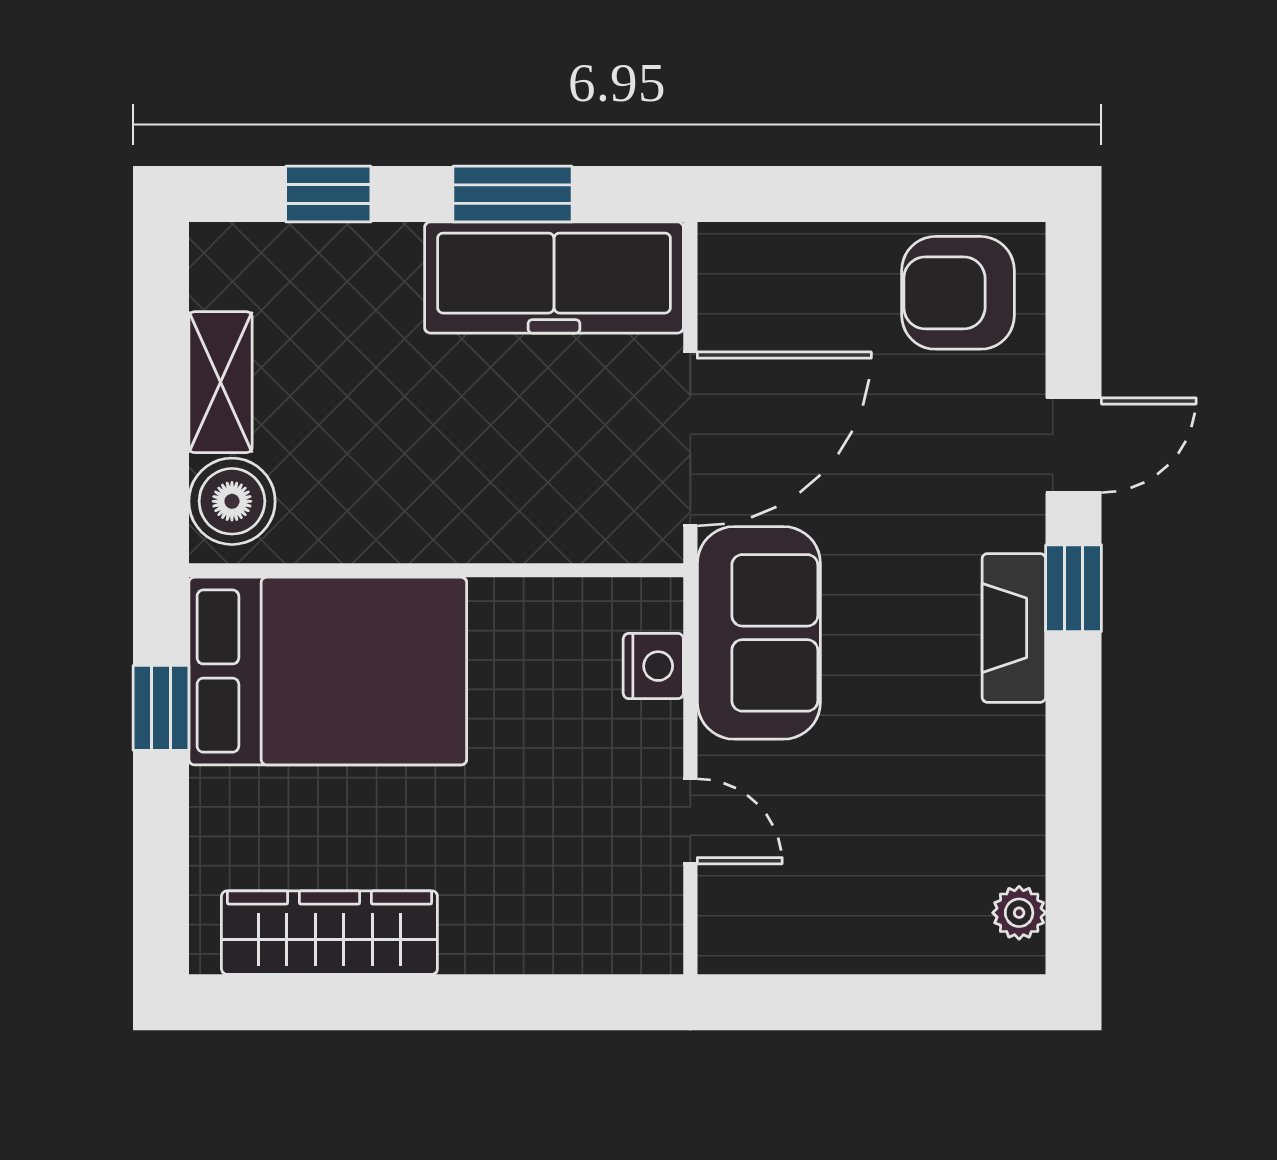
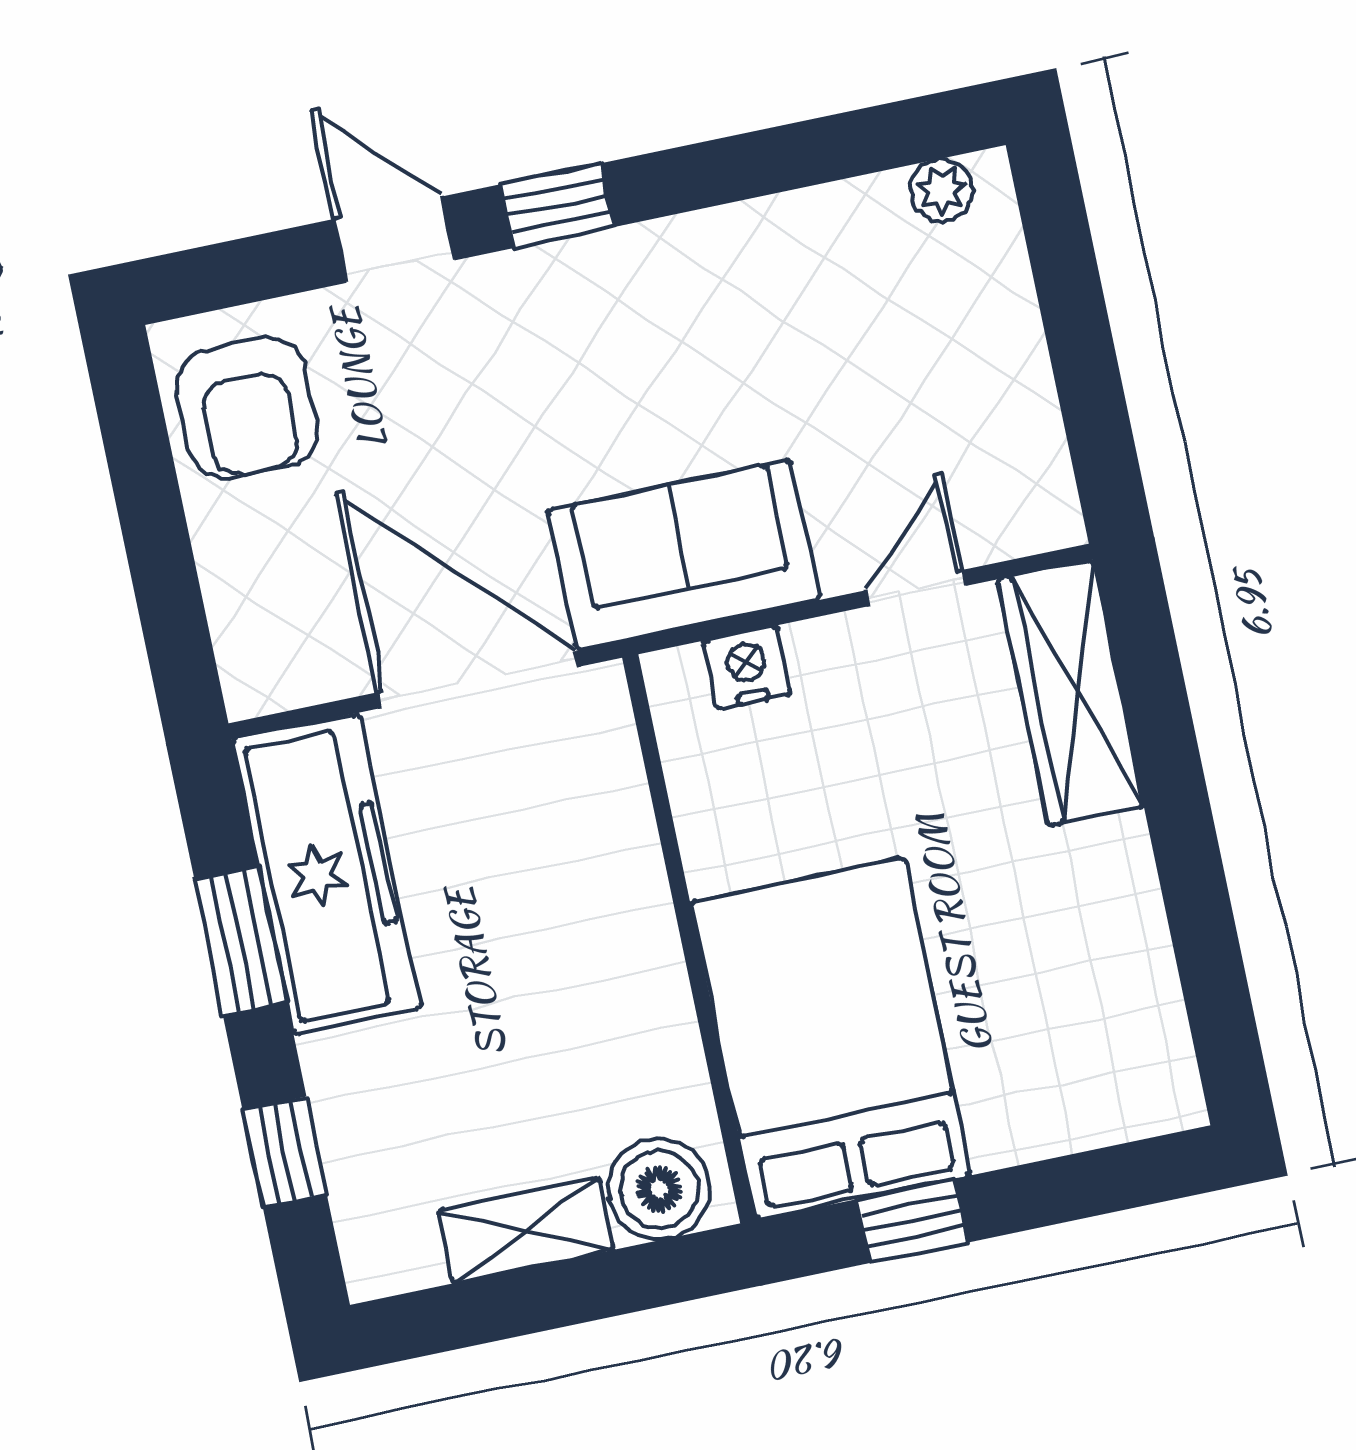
fireplace: (1014, 628) -> (617, 264), removed
wardrobe: (329, 933) -> (1070, 693), moved

